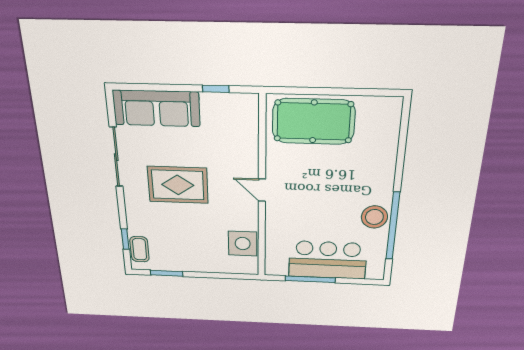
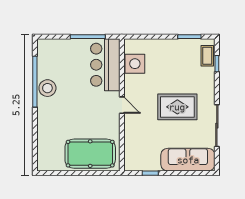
bar counter: (328, 260) -> (105, 65), moved, turned 90

